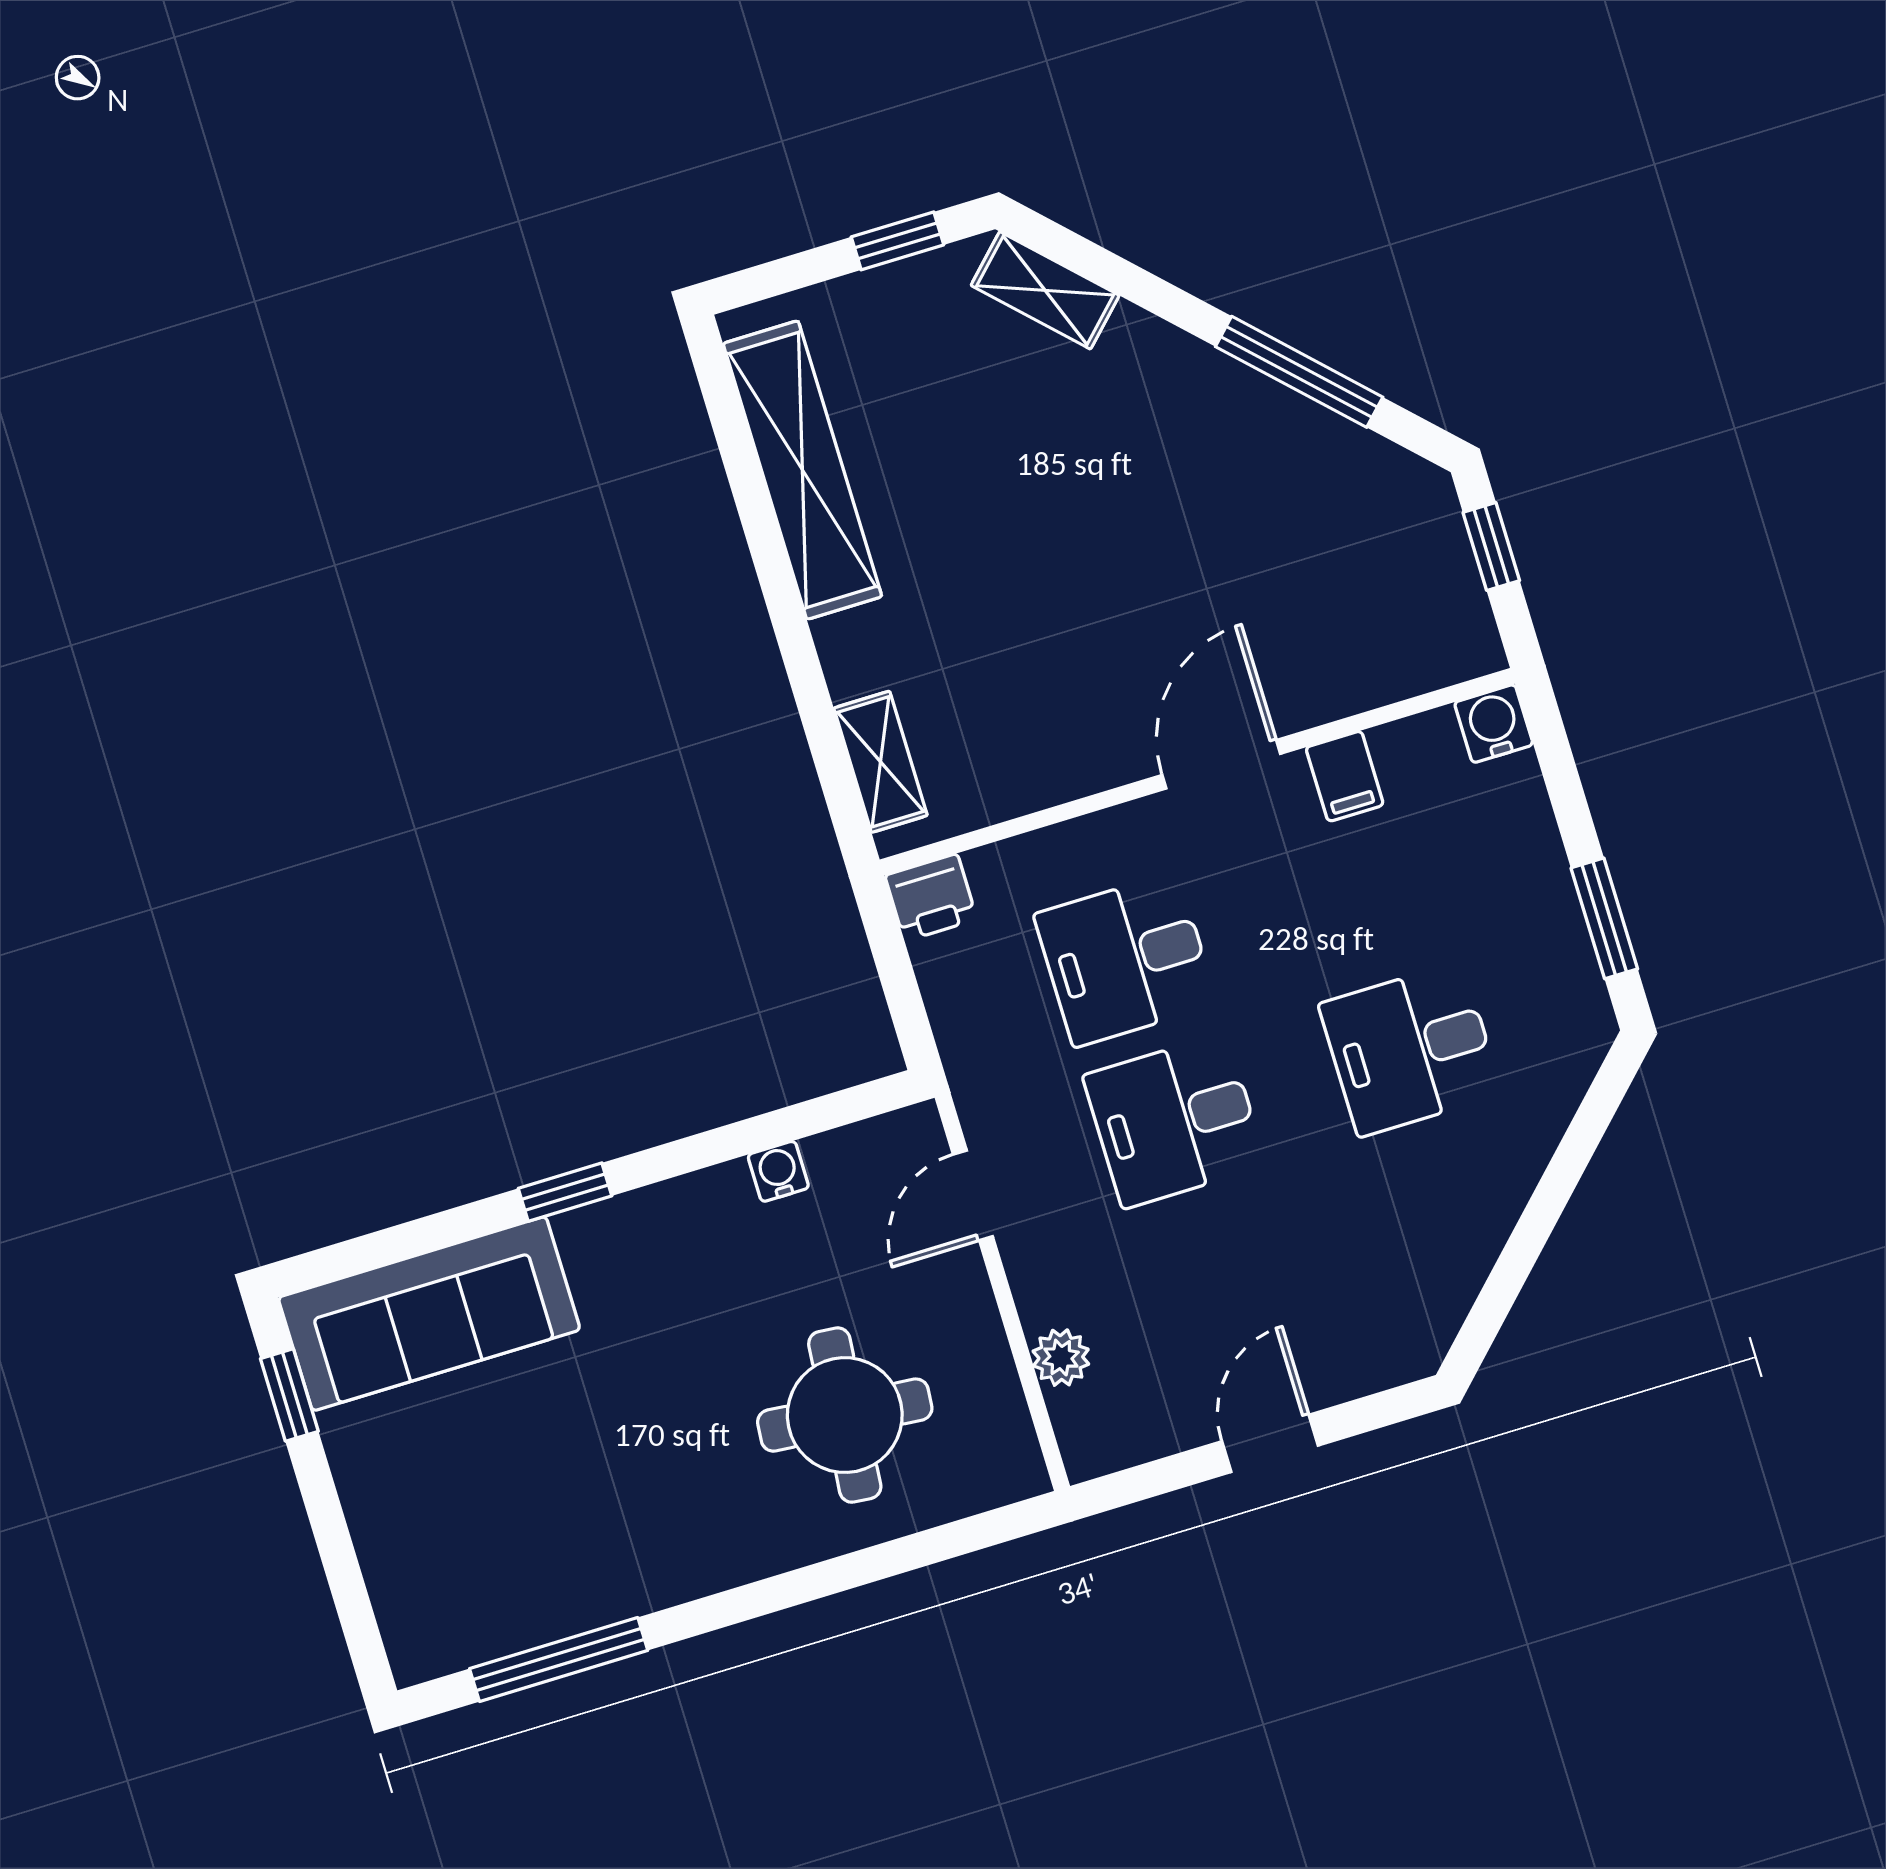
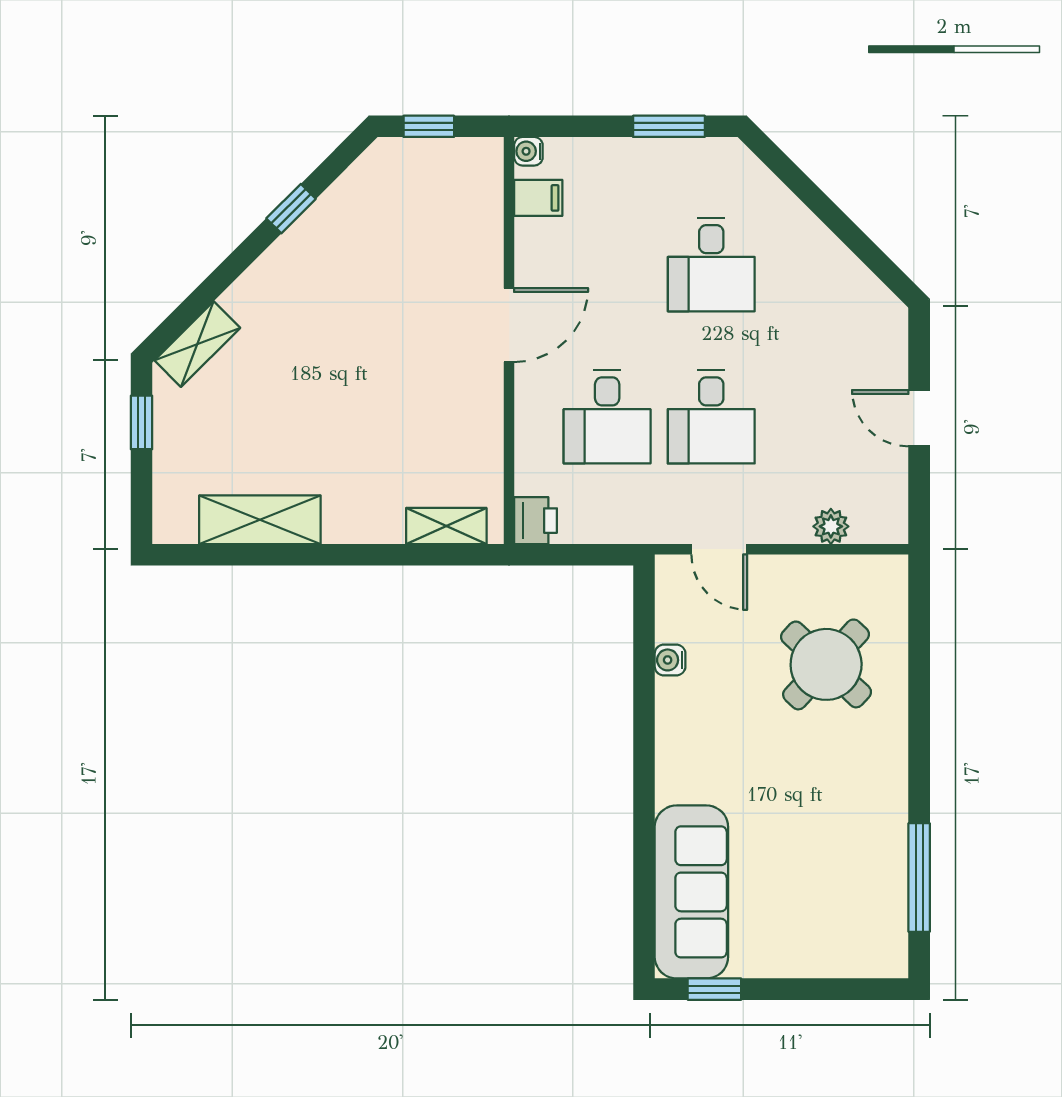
window: (1299, 372) -> (291, 209), width x0.46
shelving: (802, 470) -> (260, 520), width x0.68
water cooler: (1494, 724) -> (528, 151), width x0.72, depth x0.72
door: (1221, 764) -> (509, 325), swing flipped
filing cabinet: (1345, 776) -> (538, 198), moved
window: (565, 1192) -> (644, 790), removed
round table: (845, 1415) -> (826, 664), turned 38

